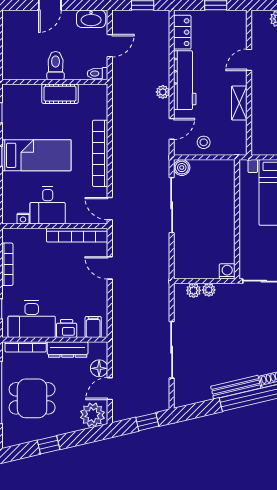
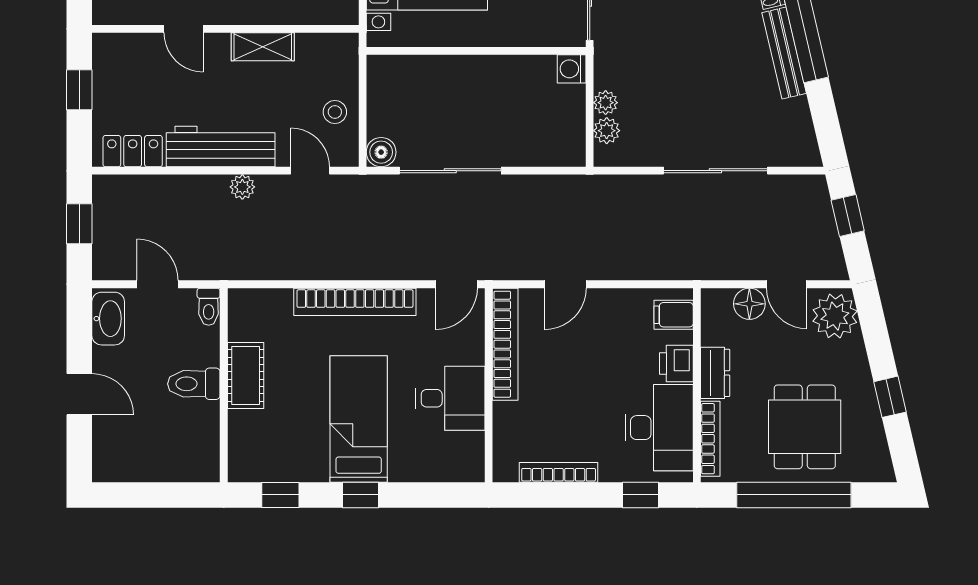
nightstand: (23, 219) -> (475, 444), removed
dresser: (68, 350) -> (715, 373), width x0.70

